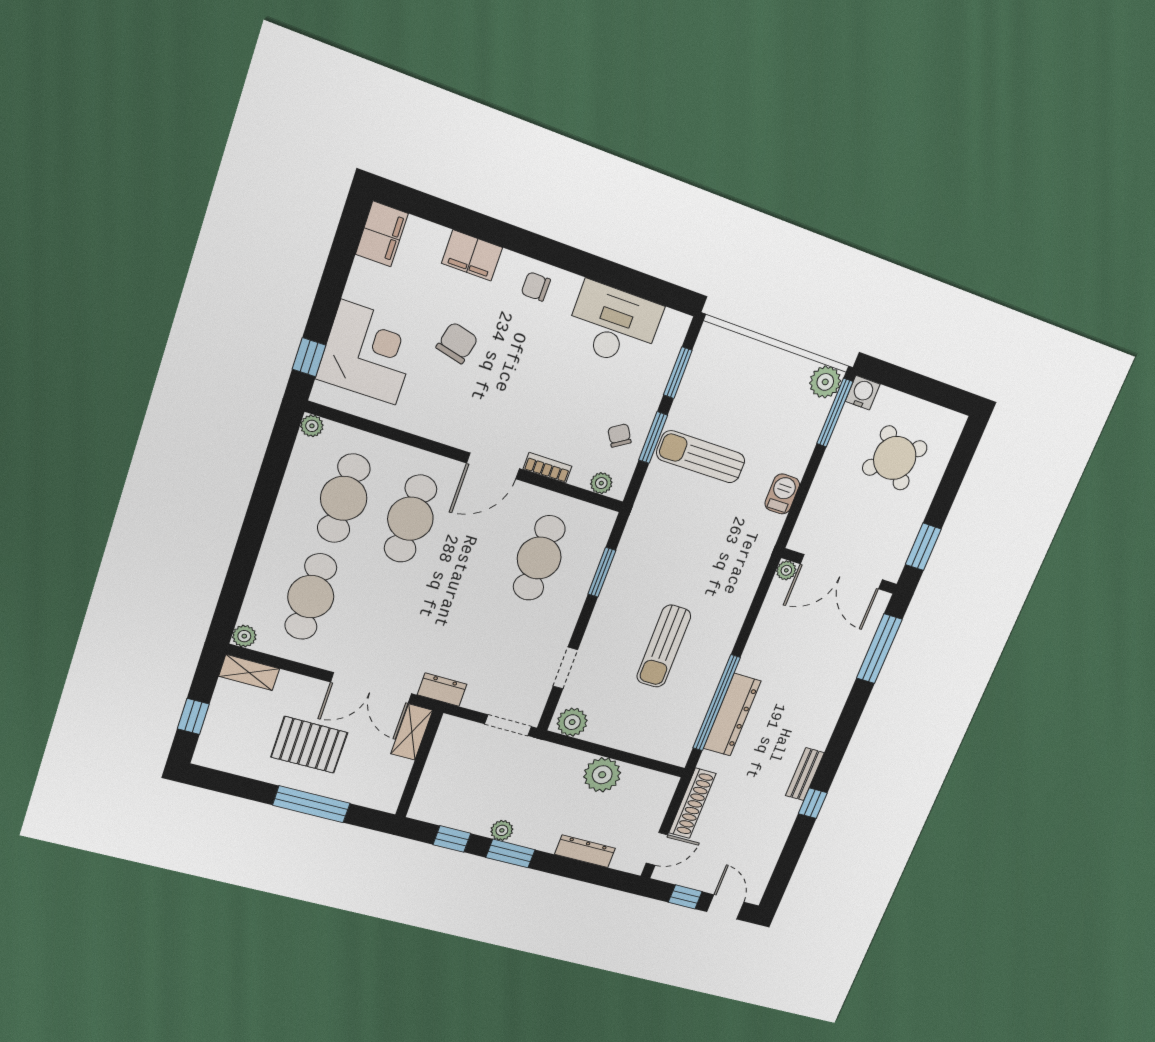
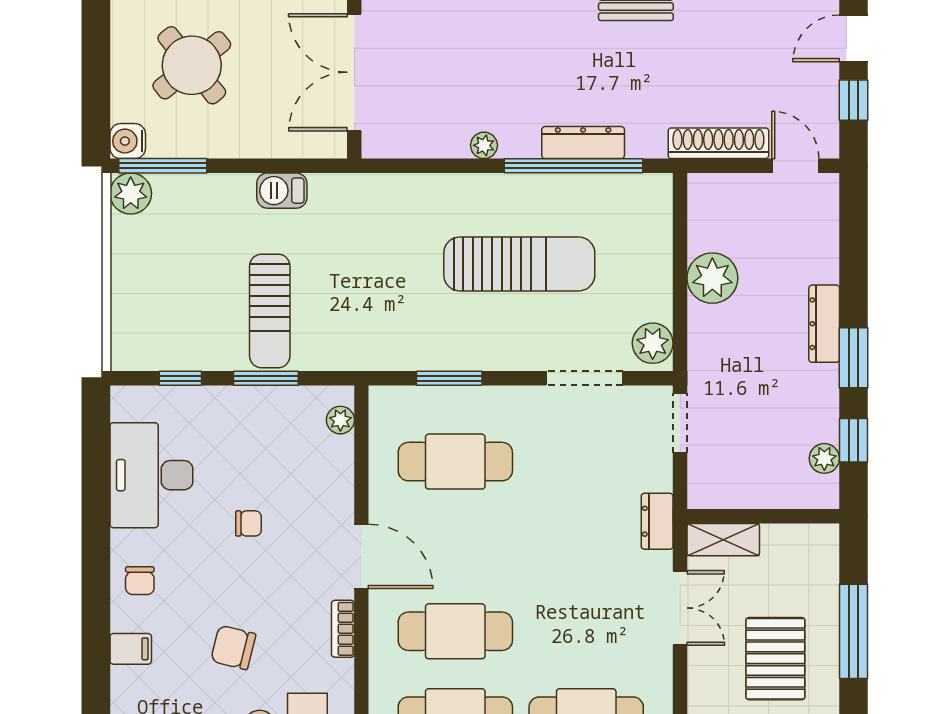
filing cabinet: (472, 255) -> (131, 649), width x0.50
window: (678, 373) -> (180, 378), width x0.67
chair: (619, 435) -> (248, 523), moved, turned -148
bookcase: (547, 468) -> (343, 629), moved
plant: (786, 570) -> (484, 145), moved
double door: (842, 572) -> (354, 72), swing flipped
sun lounger: (664, 646) -> (519, 264), width x1.36, depth x1.34
doorway: (565, 668) -> (584, 378), width x1.38
double door: (371, 688) -> (680, 608), width x0.73
dresser: (732, 715) -> (583, 143), width x0.73, depth x0.80
plant: (502, 830) -> (824, 458), moved
dresser: (585, 851) -> (824, 324), moved

